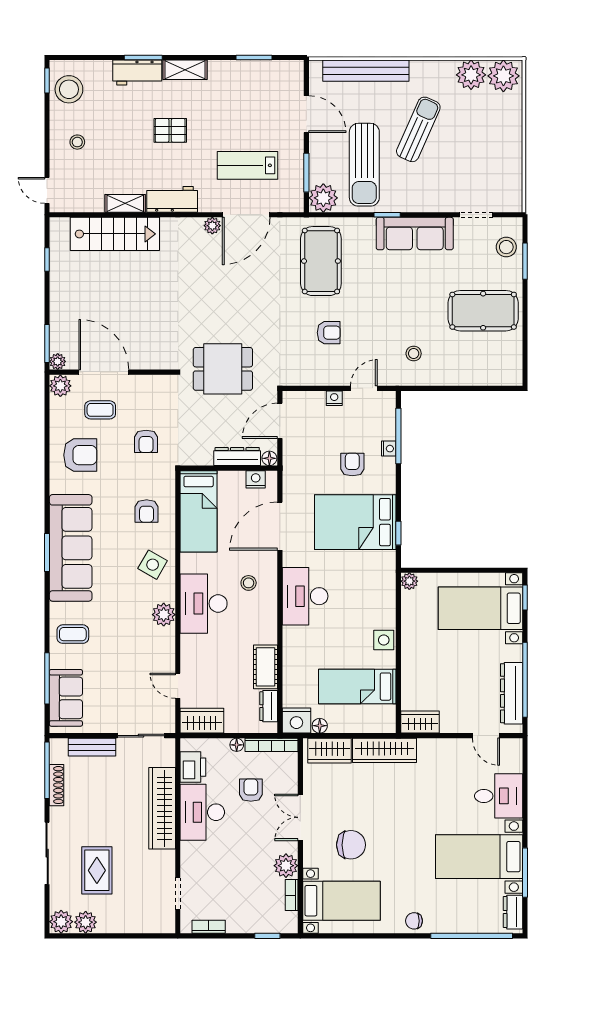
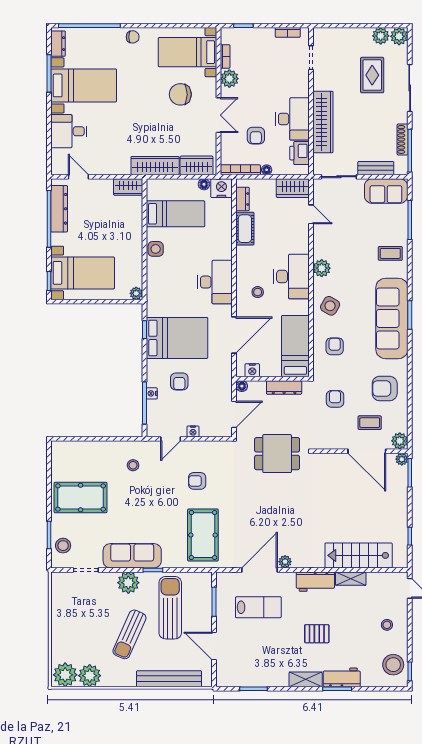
plant: (323, 198) -> (128, 583), moved
dresser: (237, 457) -> (284, 387), moved
sofa: (66, 698) -> (386, 191), moved, turned -90

